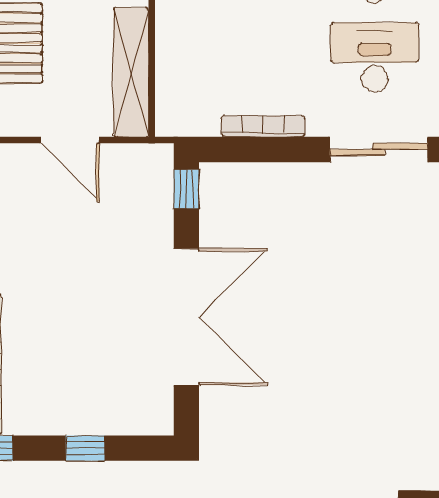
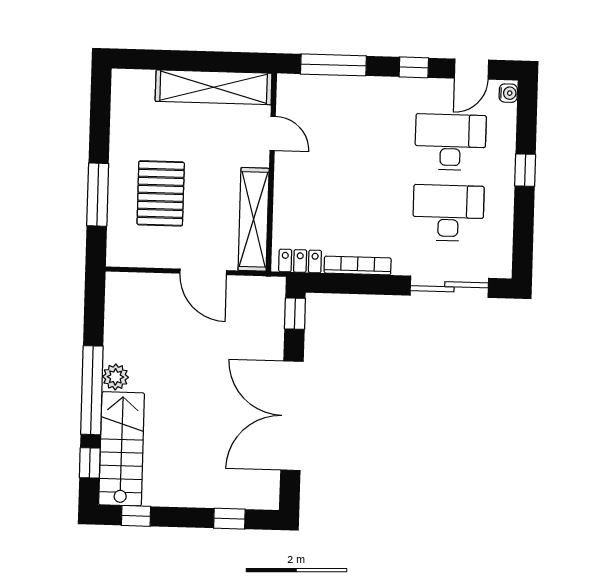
locker: (191, 123) -> (300, 261), added
double door: (186, 317) -> (292, 416), swing flipped
window: (85, 448) -> (229, 519), moved

